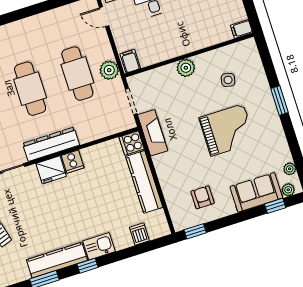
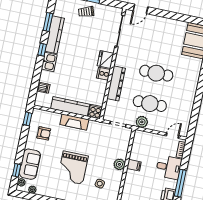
filing cabinet: (130, 61) -> (134, 165), moved
fireplace: (153, 133) -> (74, 122), moved
dresser: (51, 144) -> (116, 83), moved

